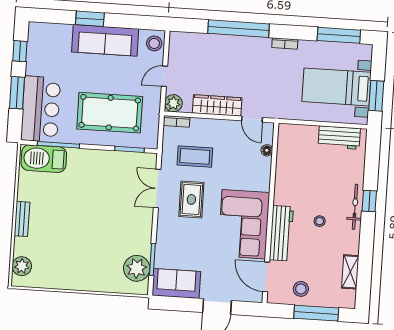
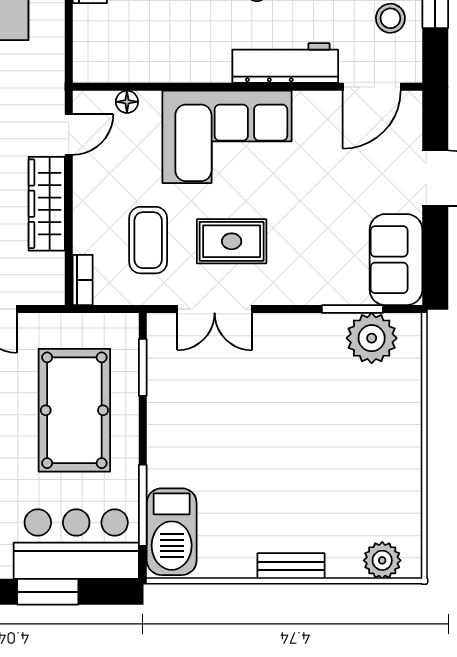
plant: (173, 103) -> (48, 288), removed
corner sofa: (244, 224) -> (227, 137), moved

